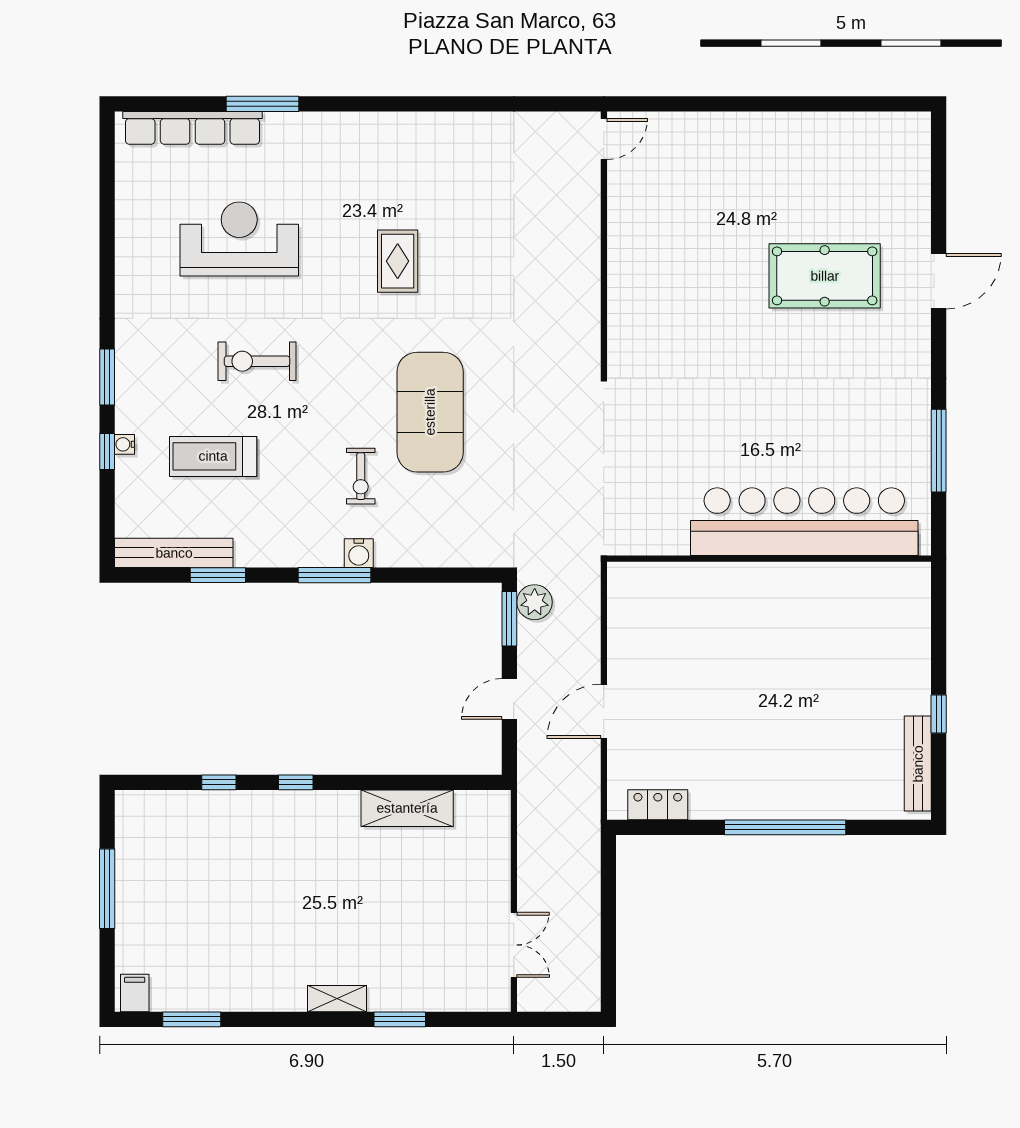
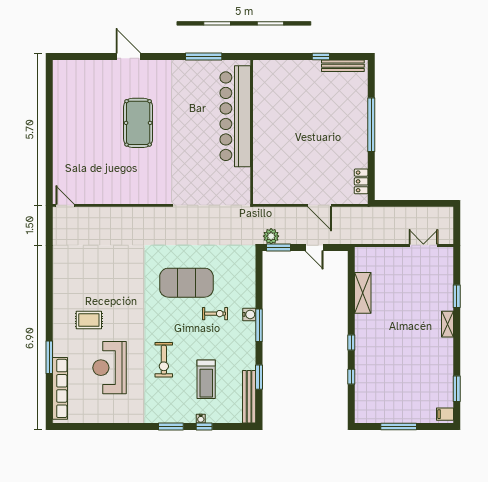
rug: (398, 261) -> (89, 320), moved
pool table: (825, 276) -> (138, 123), moved

